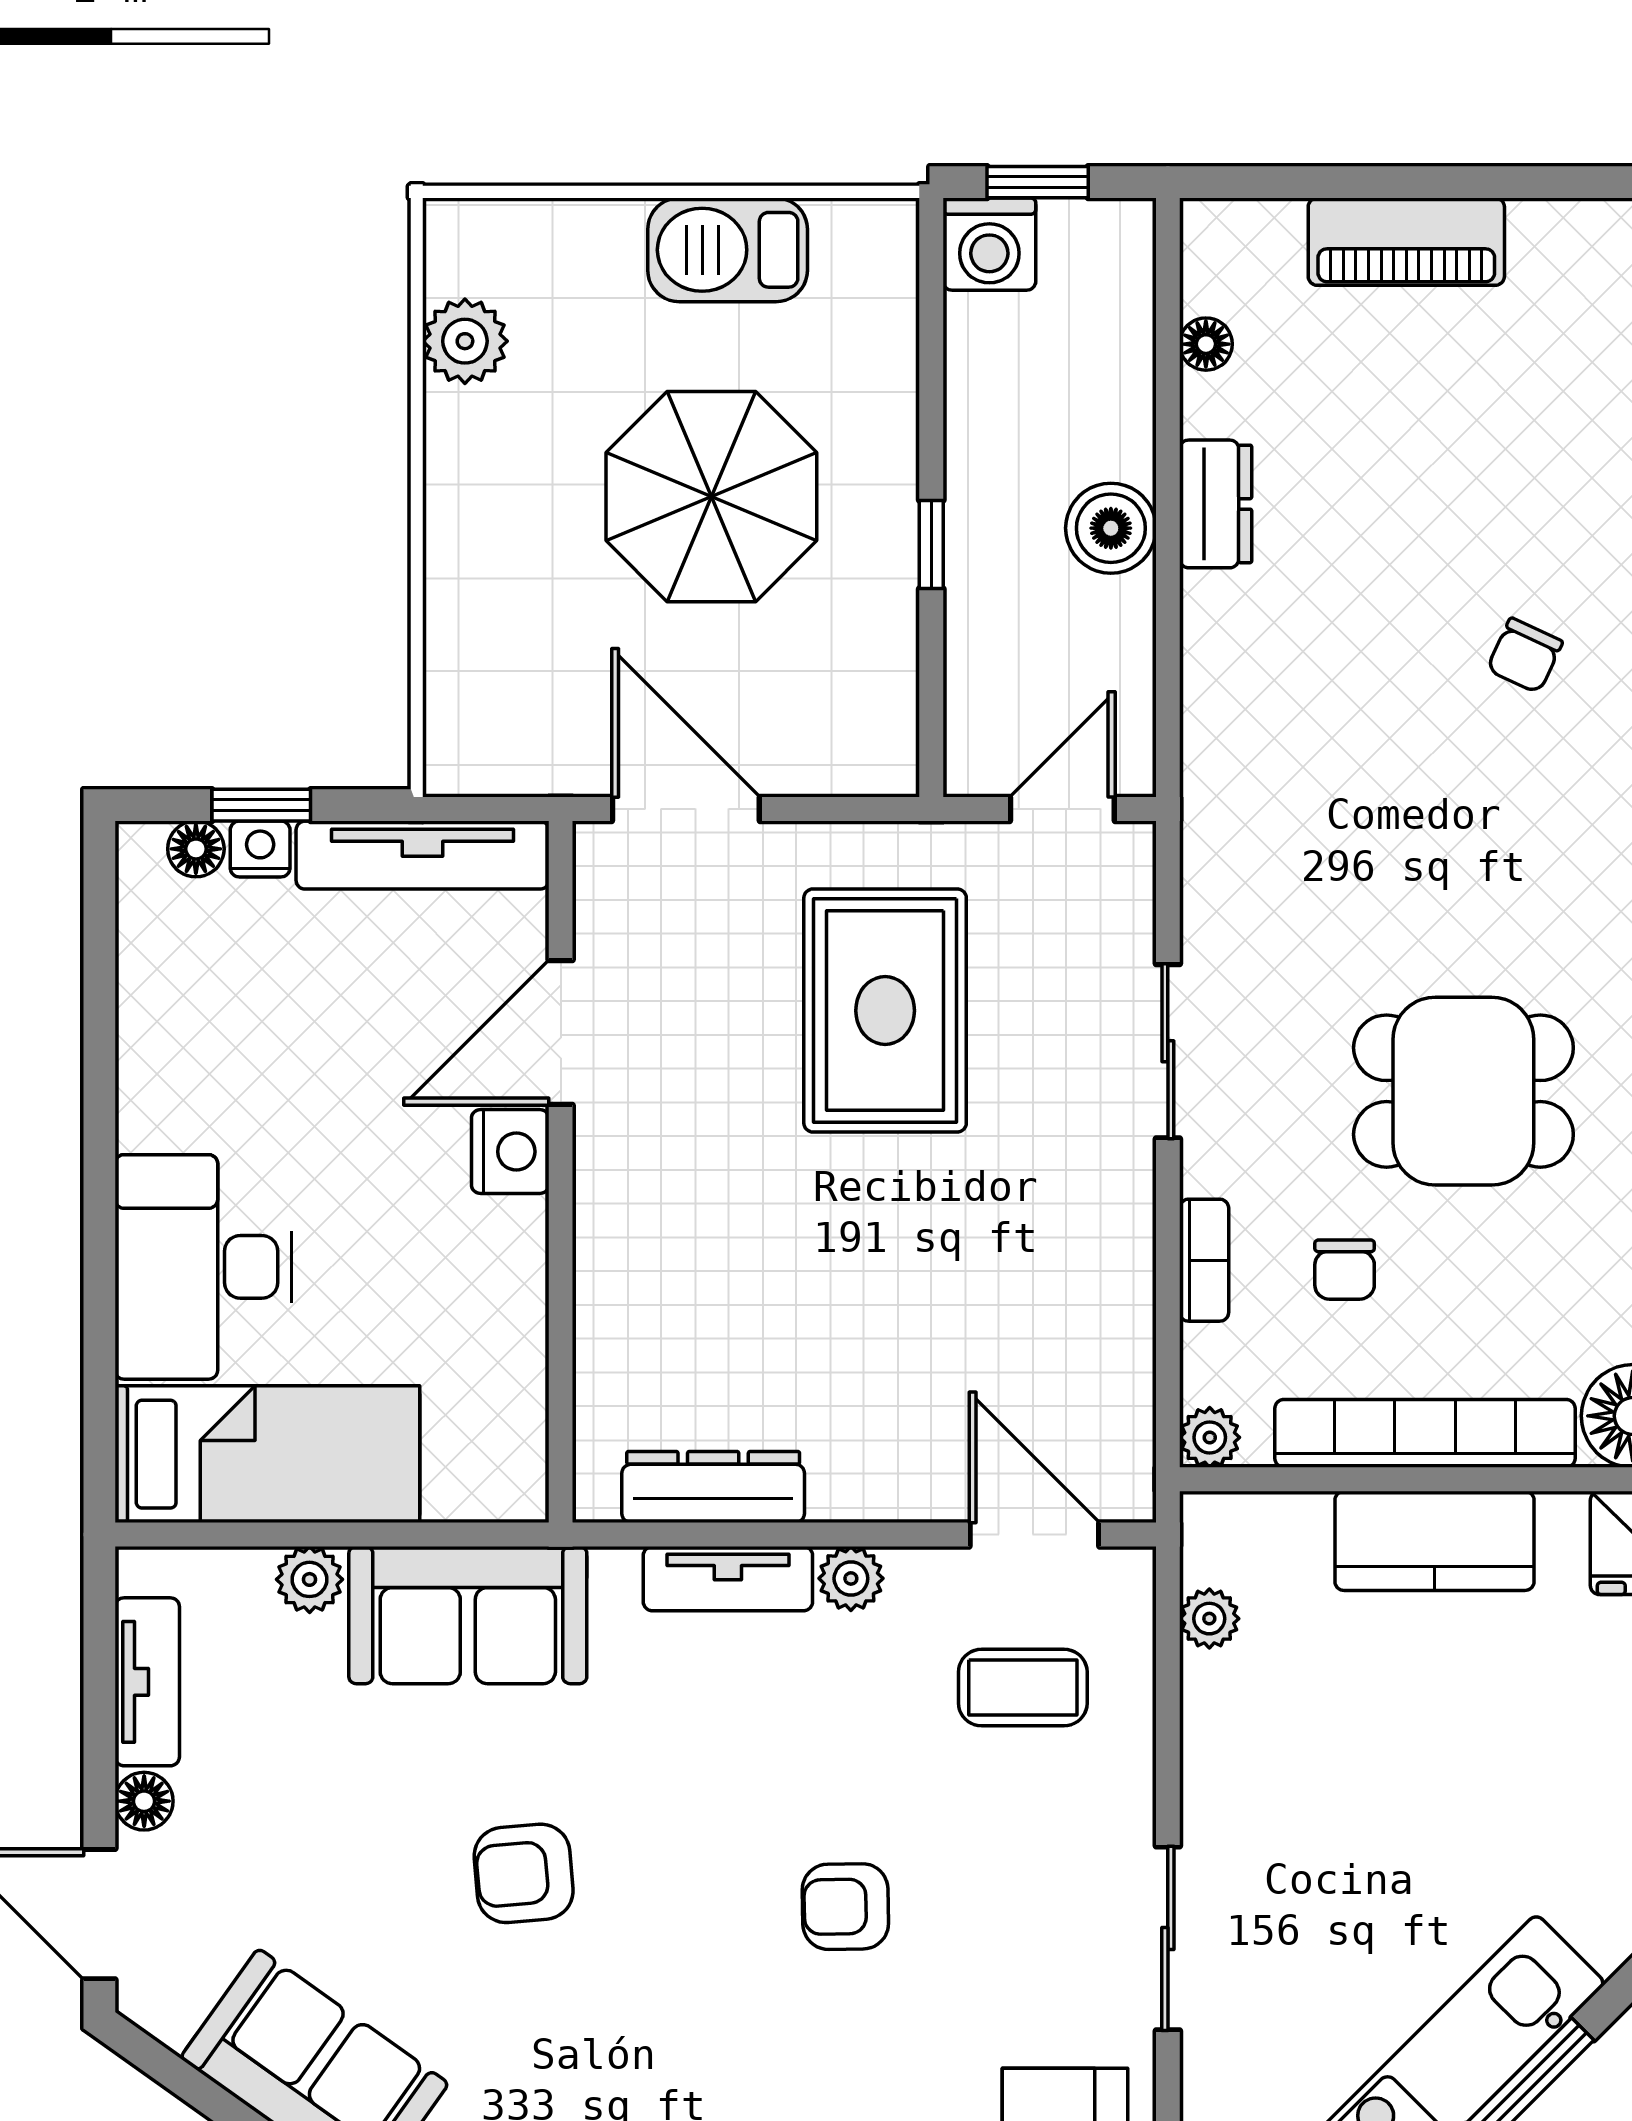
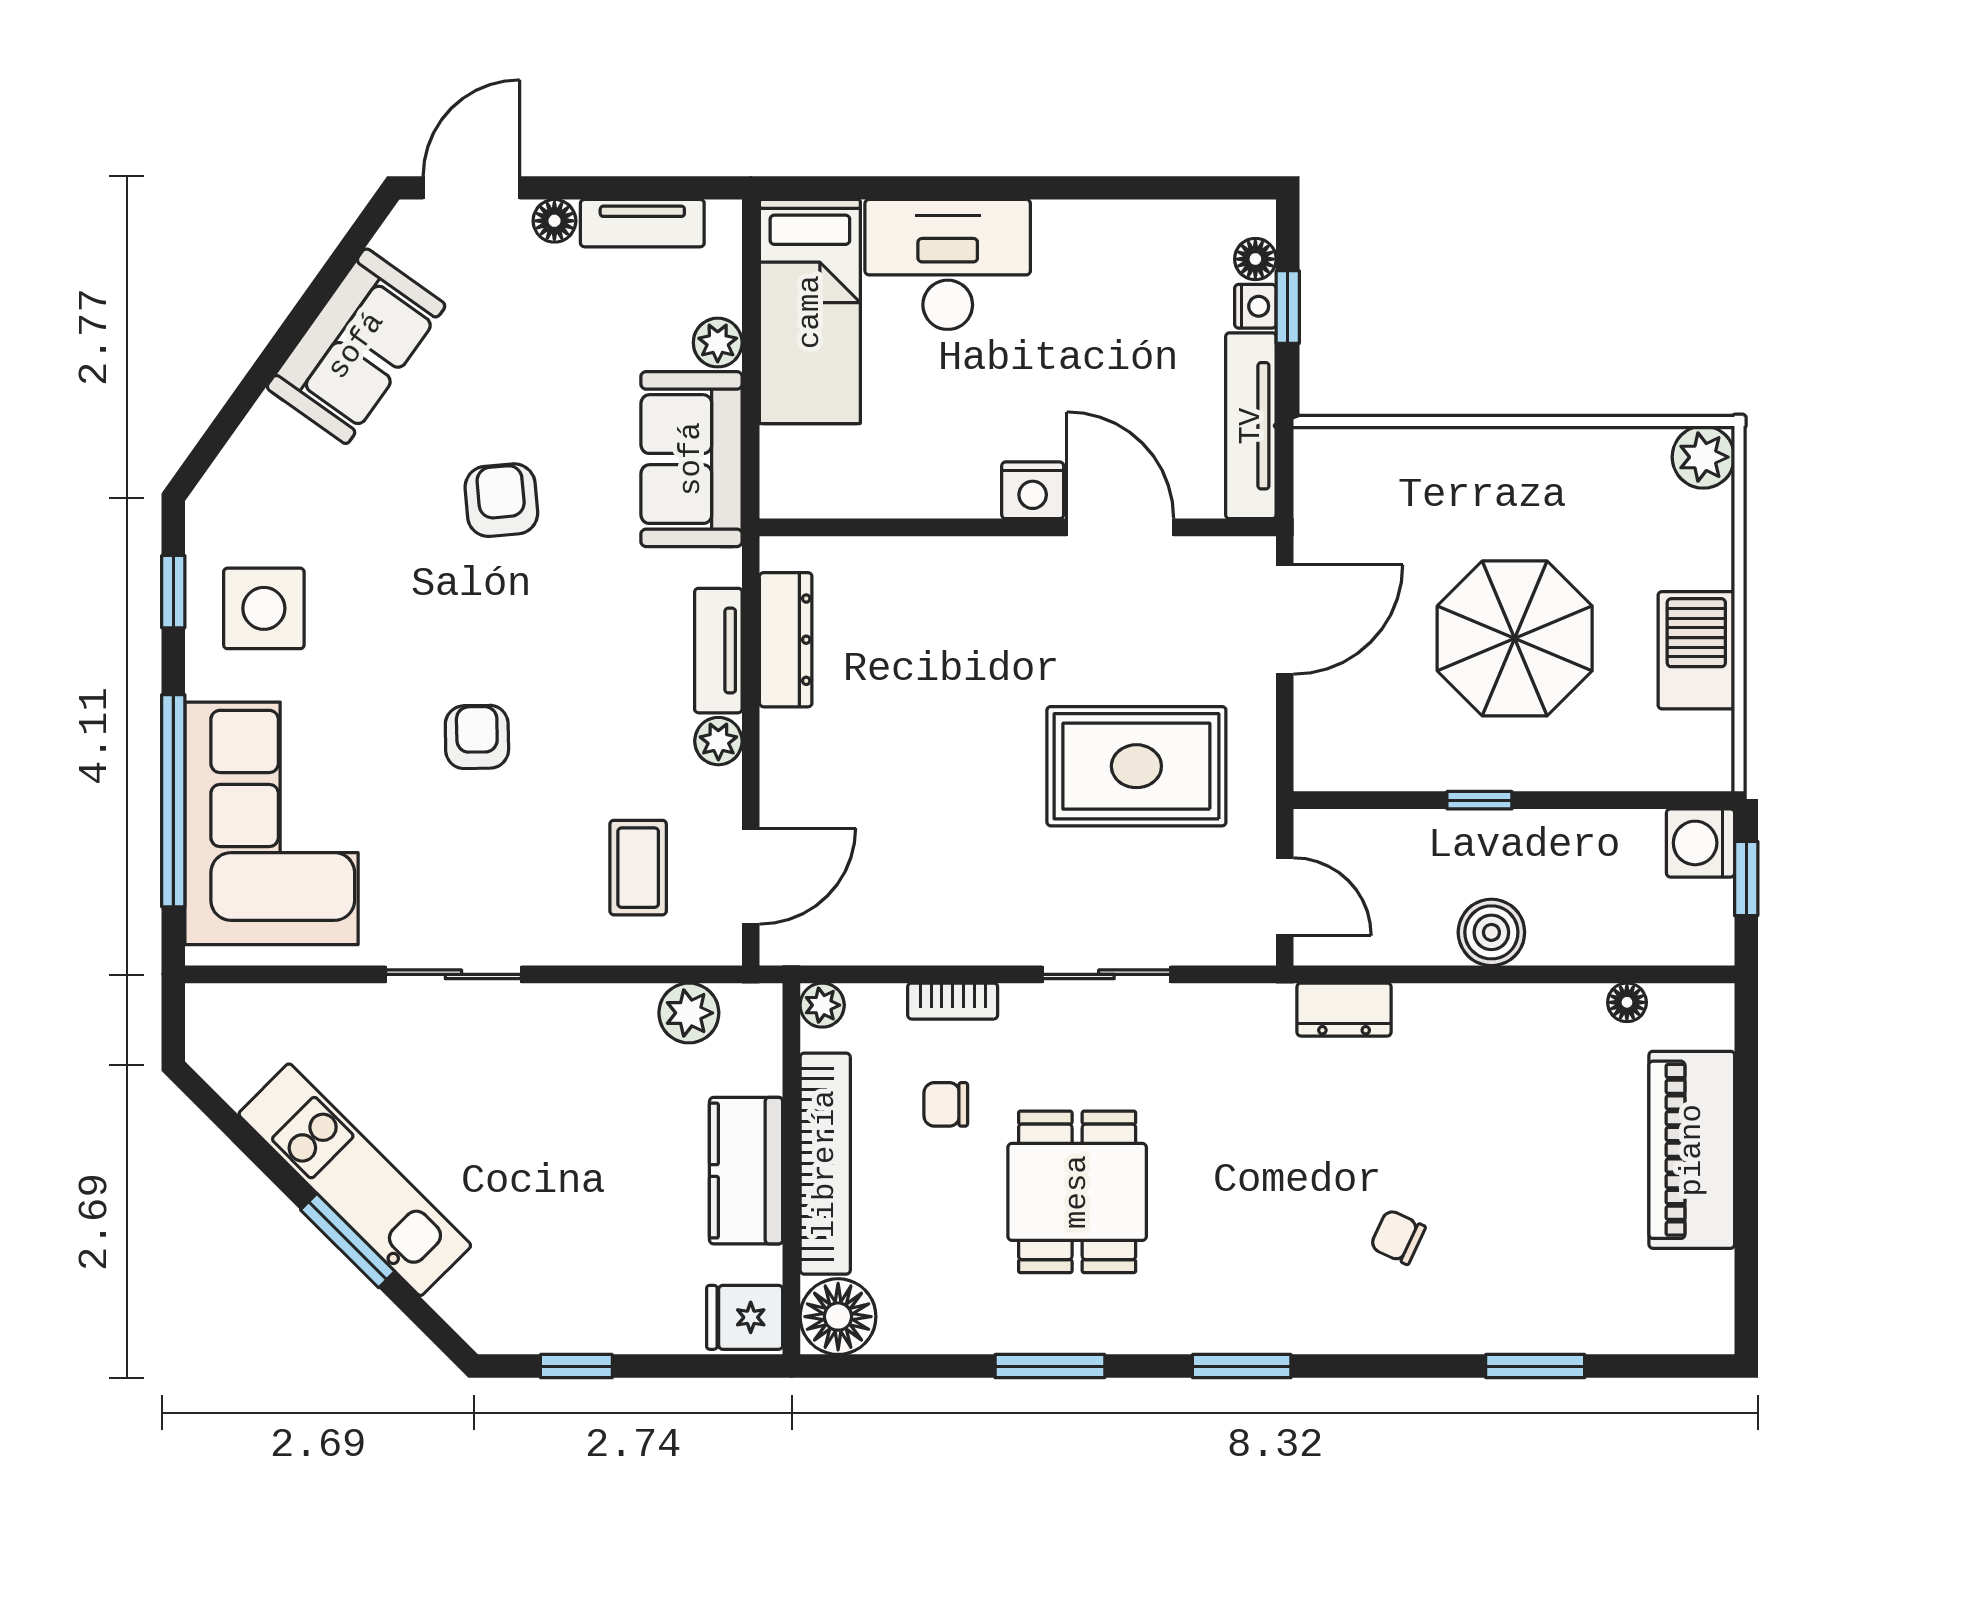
piano: (1406, 242) -> (1692, 1150), width x1.37, depth x1.33
plant: (465, 341) -> (1703, 457), moved
dresser: (1216, 504) -> (1344, 1010), moved
plant: (1209, 1619) -> (689, 1013), width x1.38, depth x1.38

